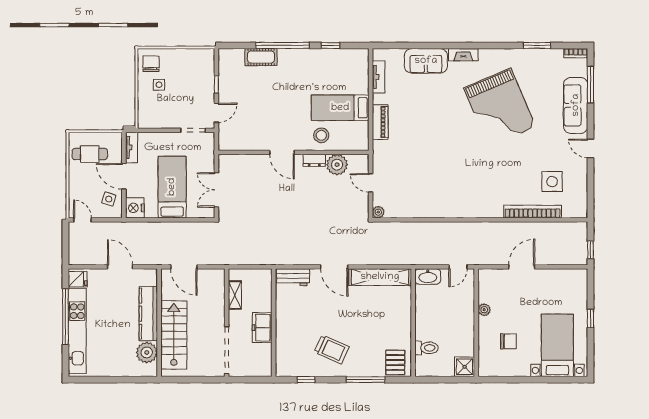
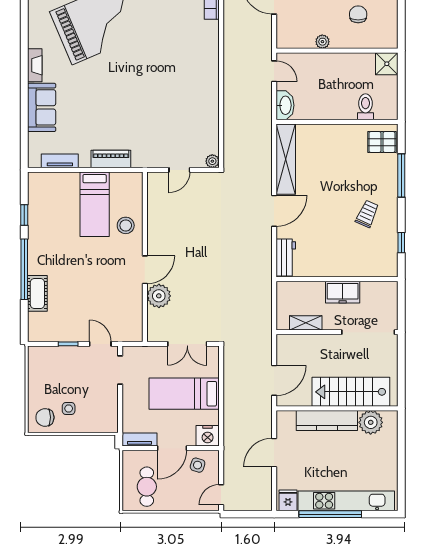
dresser: (314, 160) -> (154, 233), removed
plant: (337, 165) -> (159, 296), moved
trolley: (332, 349) -> (367, 214), width x0.73, depth x0.72

